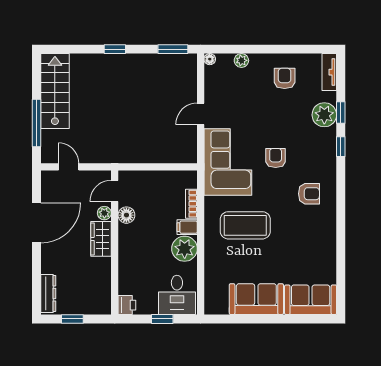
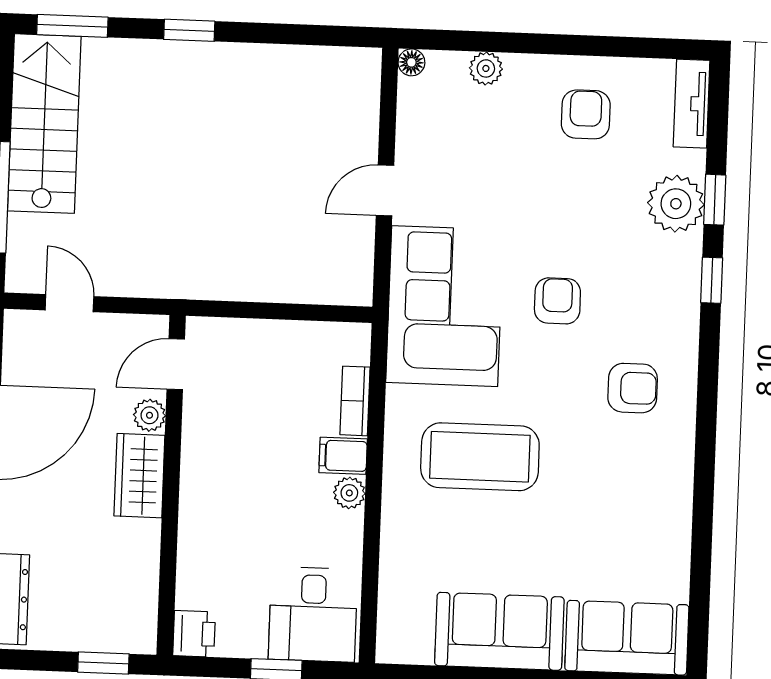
window: (173, 49) -> (72, 26), moved
floor lamp: (126, 215) -> (201, 422), removed
plant: (185, 249) -> (349, 493), width x0.53, depth x0.53
window: (72, 319) -> (103, 663), moved

